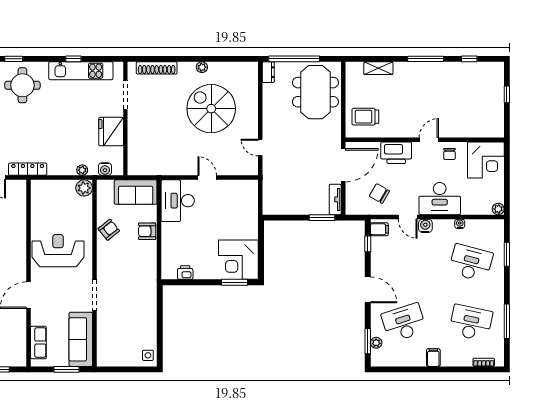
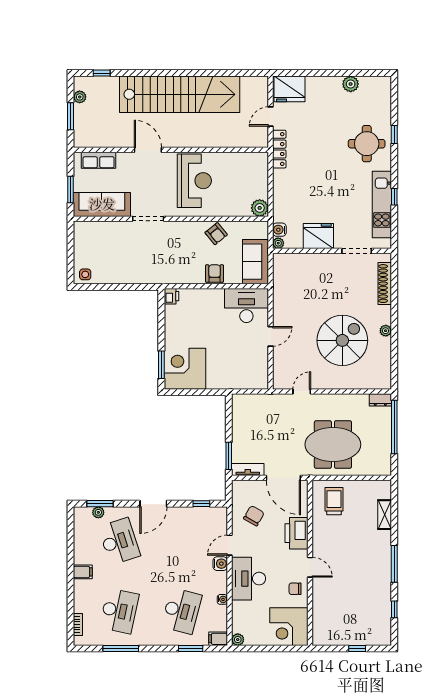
meeting table: (315, 92) -> (333, 444), moved
plant: (82, 170) -> (278, 243), moved
filing cabinet: (379, 229) -> (218, 639), moved, turned 90
printer: (185, 273) -> (172, 296), moved

